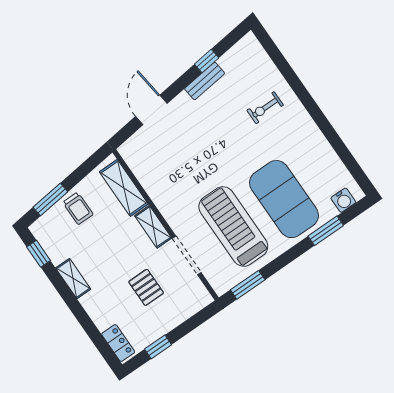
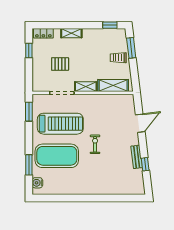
exercise bike: (265, 108) -> (95, 144), moved
door: (151, 110) -> (140, 123), hinge flipped
shelving: (73, 279) -> (71, 33), moved

